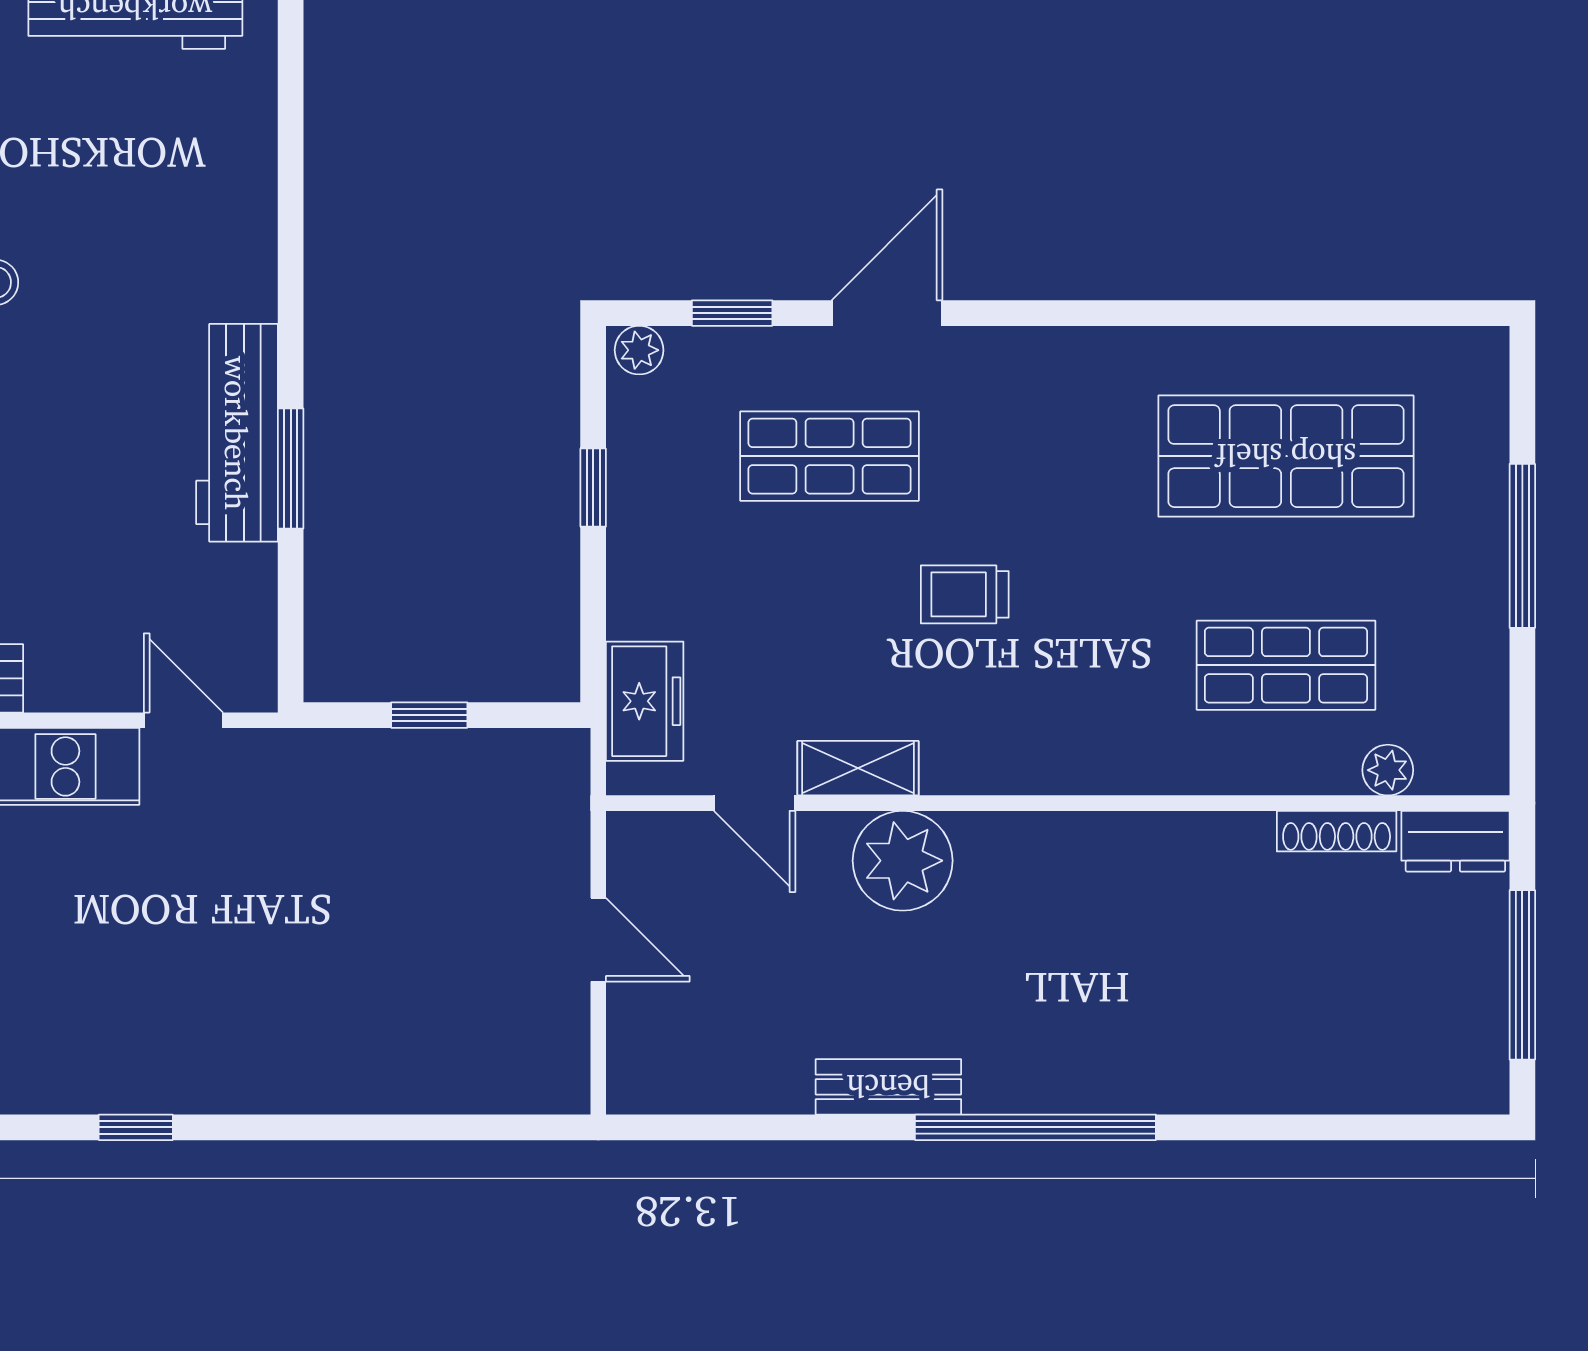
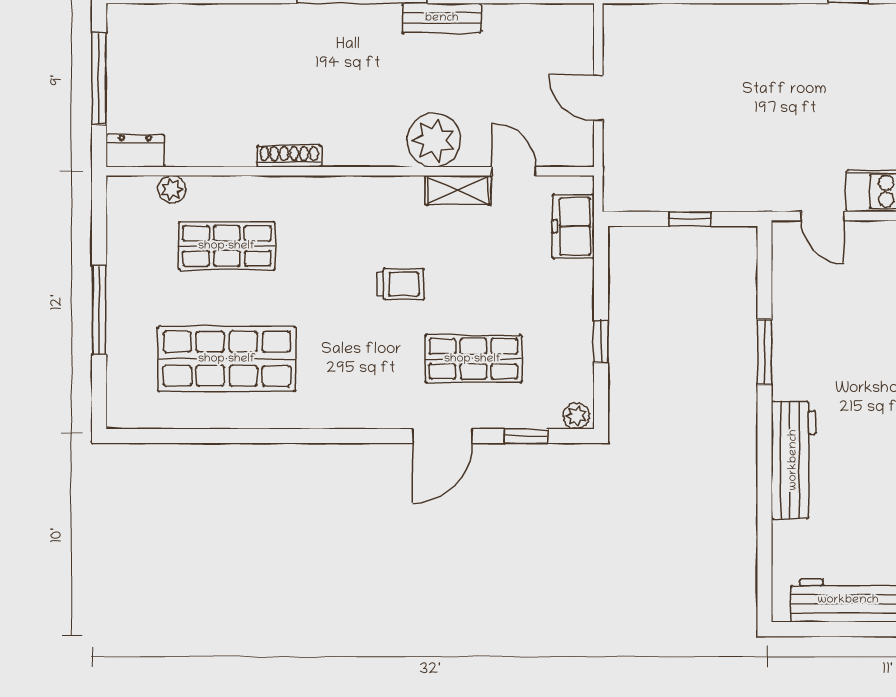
workbench: (237, 433) -> (793, 460), moved
shoe rack: (1337, 831) -> (289, 156), moved

